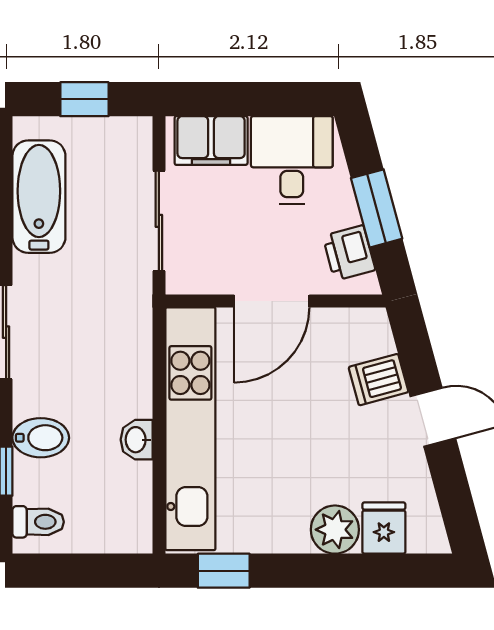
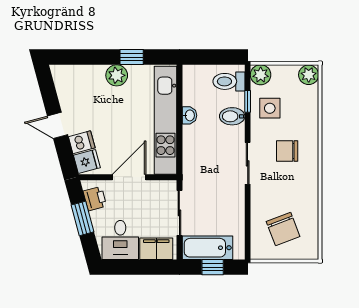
bathtub: (39, 197) -> (207, 248), moved, turned 90
toilet: (38, 522) -> (229, 81), width x1.37, depth x1.39
fridge: (384, 528) -> (87, 162), moved, turned -105
plant: (335, 530) -> (117, 75), moved
window: (224, 571) -> (132, 57), moved

